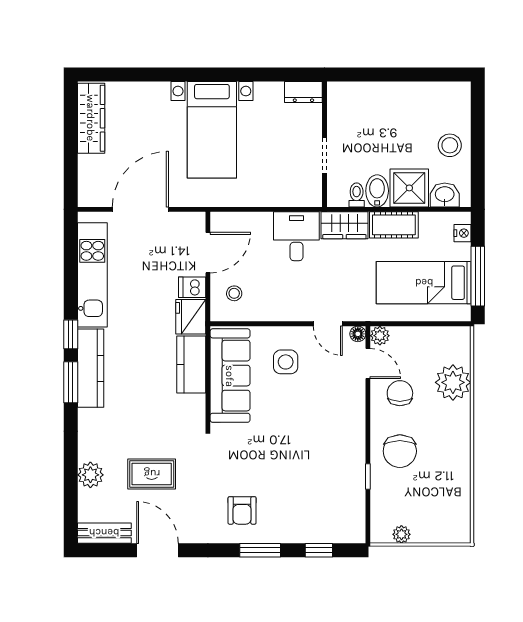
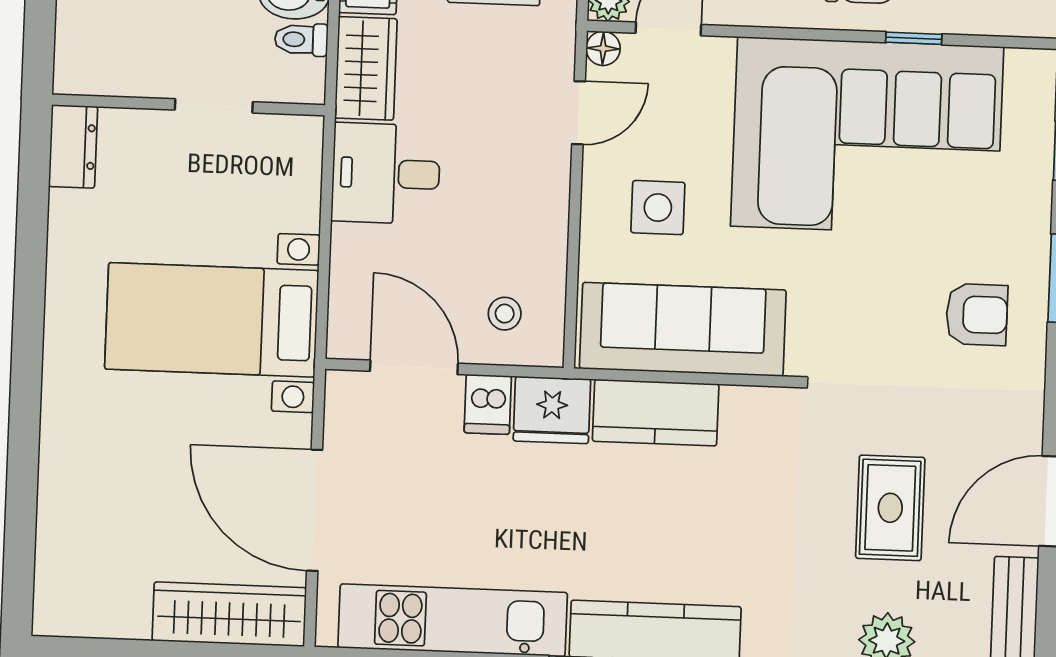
wardrobe: (91, 118) -> (229, 614), moved
bed with nightstands: (212, 130) -> (212, 320), moved, turned 180
corner sofa: (322, 457) -> (867, 136), added

